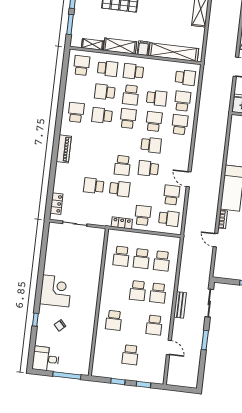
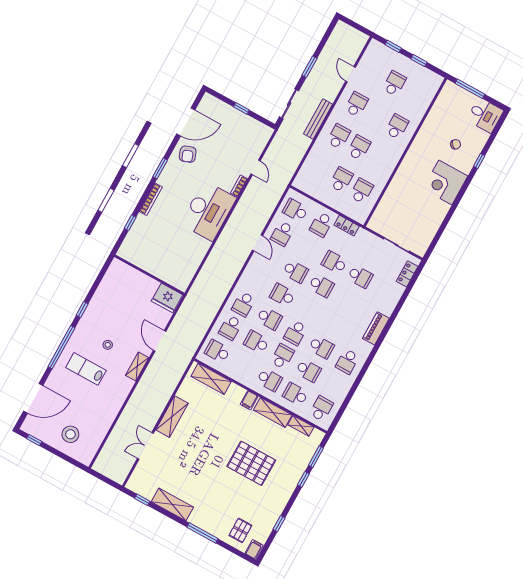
shelving: (174, 52) -> (211, 379), width x0.68
school desk: (82, 65) -> (321, 409), turned 180
school desk: (154, 121) -> (269, 319), turned -90
school desk: (122, 165) -> (321, 286), turned 90
school desk: (162, 261) -> (321, 168), removed
bench: (180, 305) -> (318, 119), width x1.36

